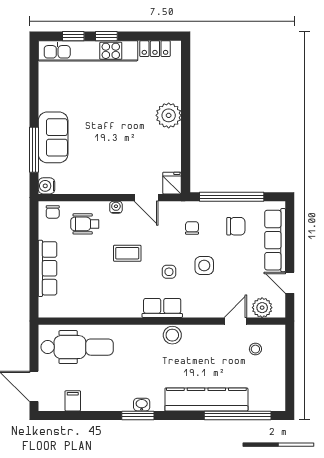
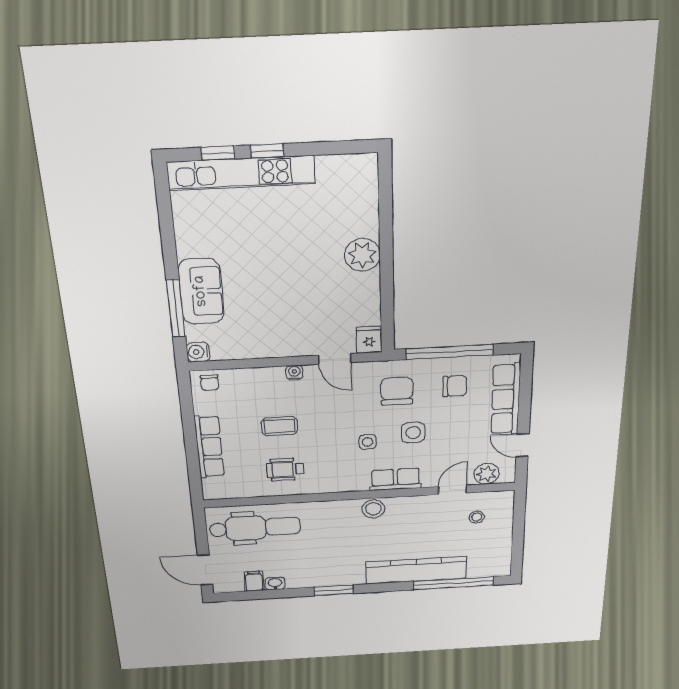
locker: (155, 49) -> (340, 165), removed
wheelchair: (85, 224) -> (285, 469), moved
chair: (192, 228) -> (397, 391), width x1.87, depth x1.87
coffee table: (127, 253) -> (279, 426), moved
row of seats: (162, 308) -> (396, 479), moved
washbasin: (142, 405) -> (275, 583), moved

